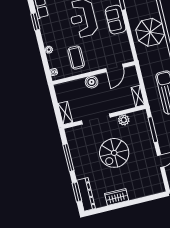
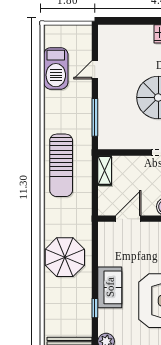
plant: (124, 120) -> (133, 141), removed

